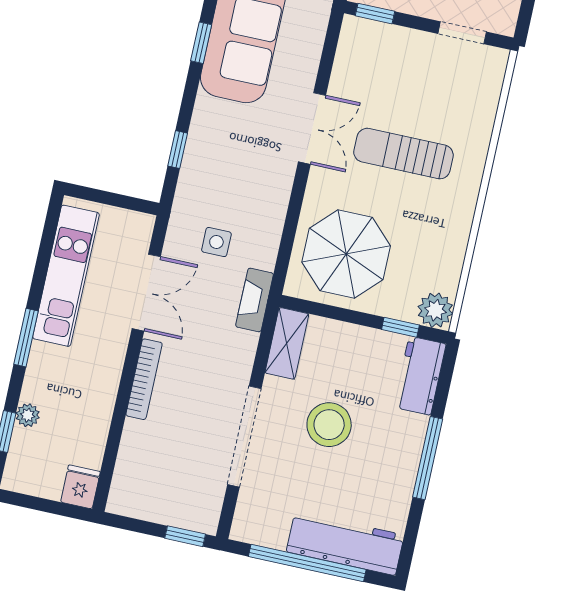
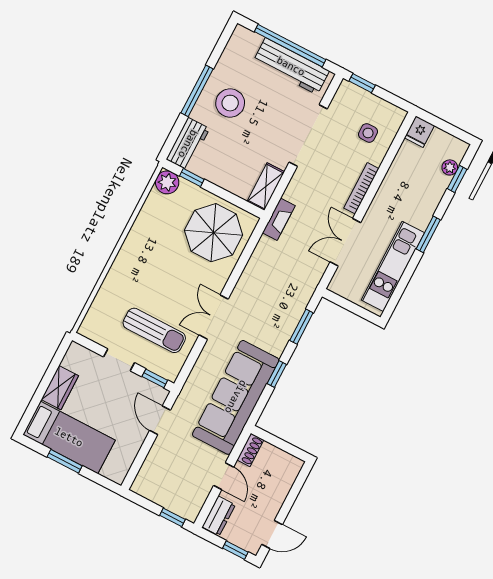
doorway: (462, 33) -> (119, 360), moved
window: (201, 43) -> (277, 374), moved
window: (178, 150) -> (301, 327), width x1.50
sun lounger: (403, 154) -> (154, 330), moved
side table: (216, 242) -> (368, 133), moved
plant: (28, 415) -> (450, 167), moved
stool: (329, 425) -> (230, 103), moved
workbench: (345, 543) -> (291, 66), moved

